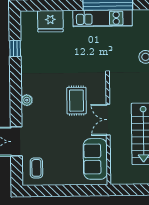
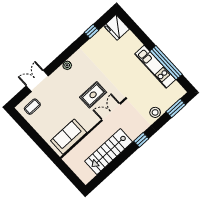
fridge: (50, 21) -> (117, 27), moved
double door: (108, 120) -> (111, 112), moved

